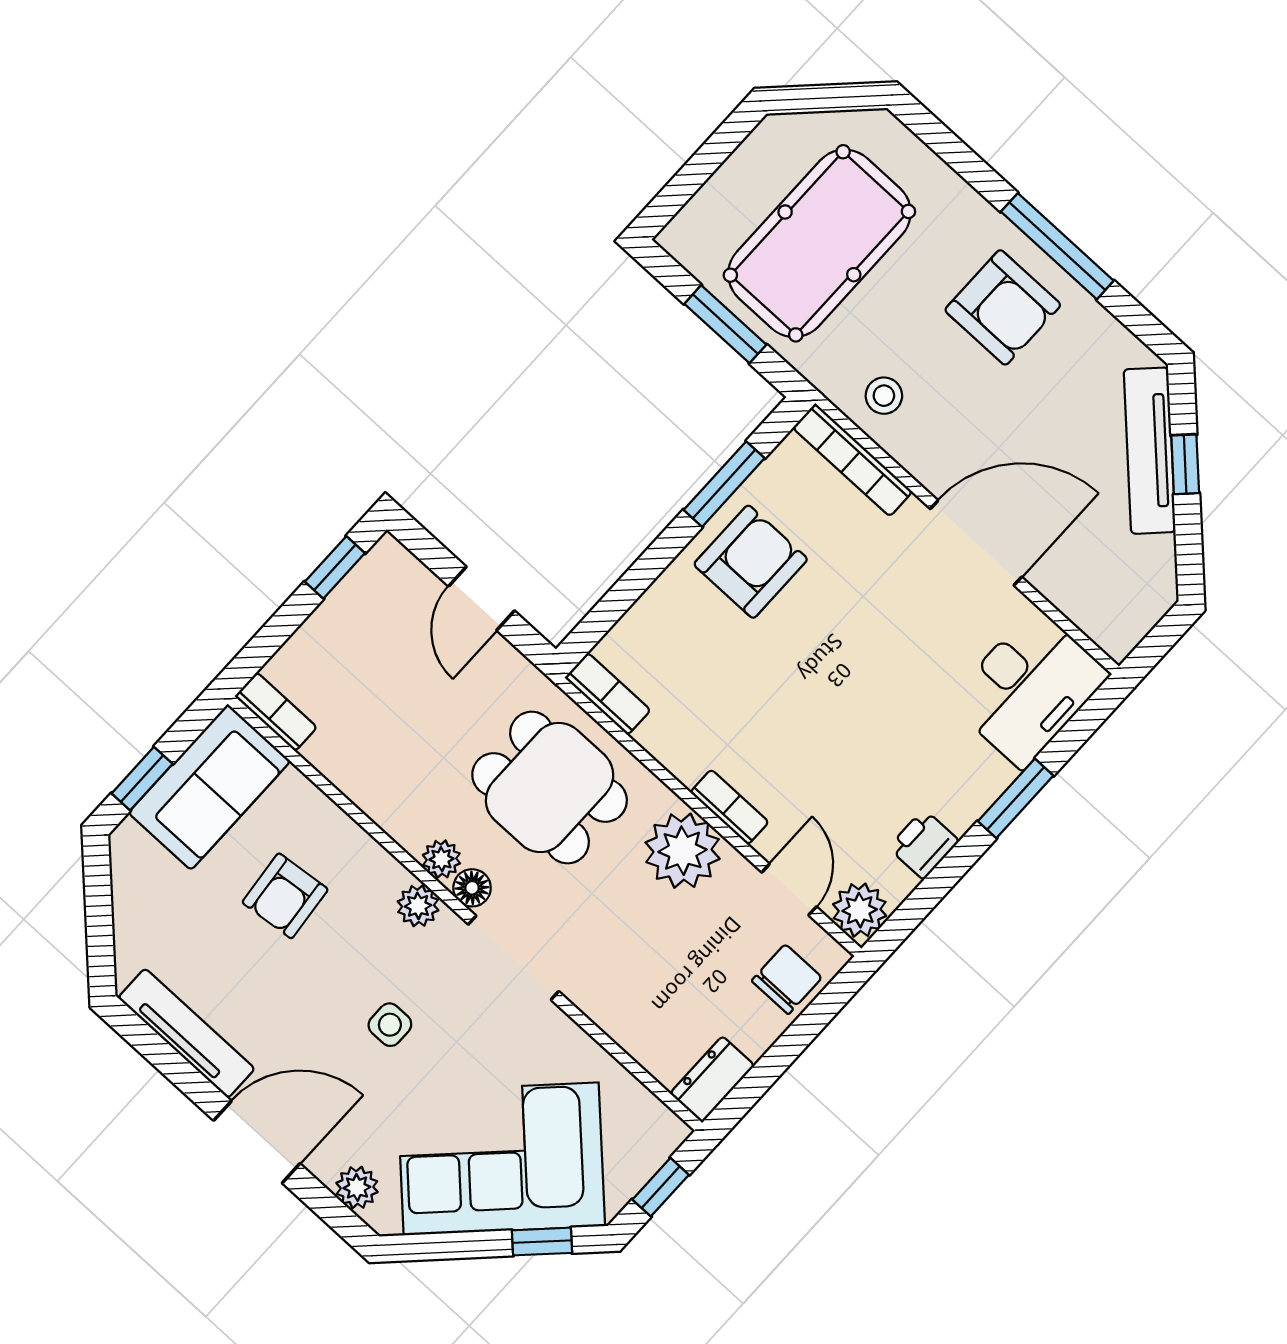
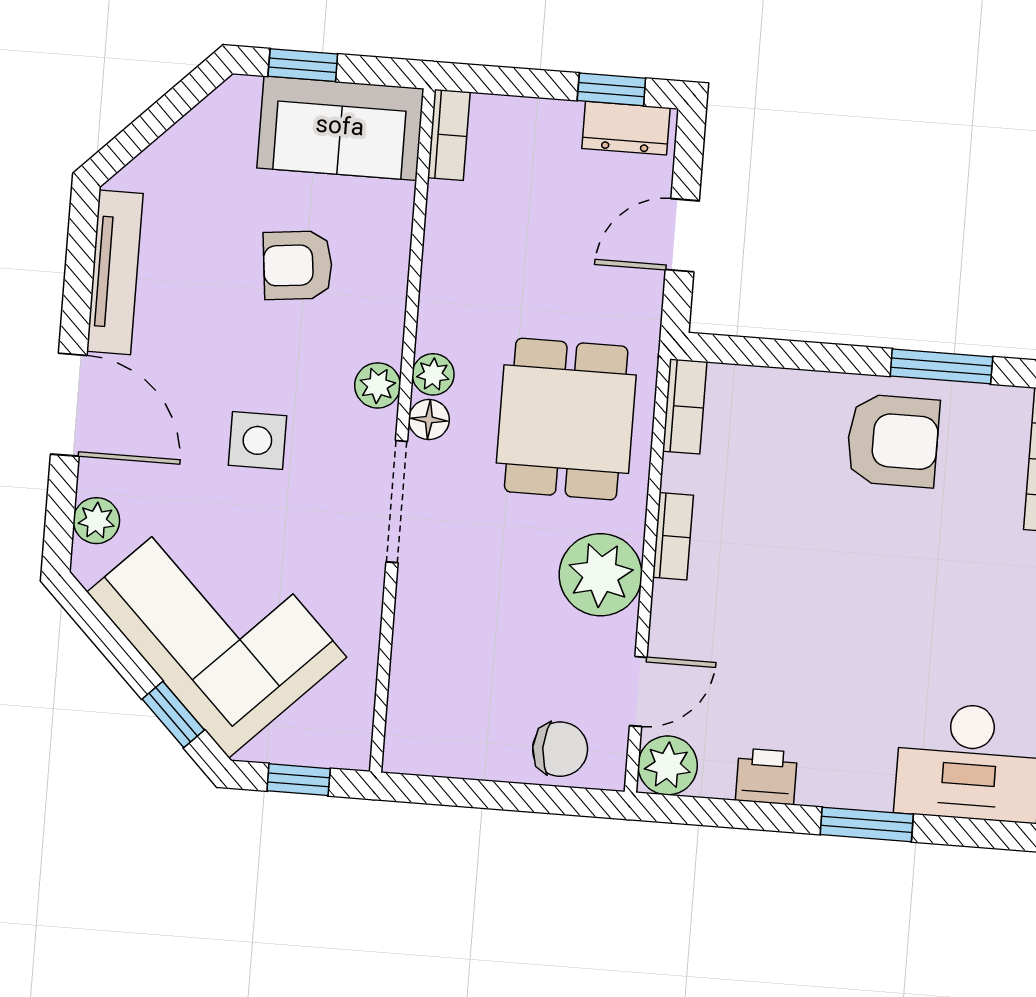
bookcase: (730, 807) -> (673, 536), moved
side table: (390, 1025) -> (257, 440), width x1.37, depth x1.37
dresser: (712, 1079) -> (626, 128), moved, turned 180

